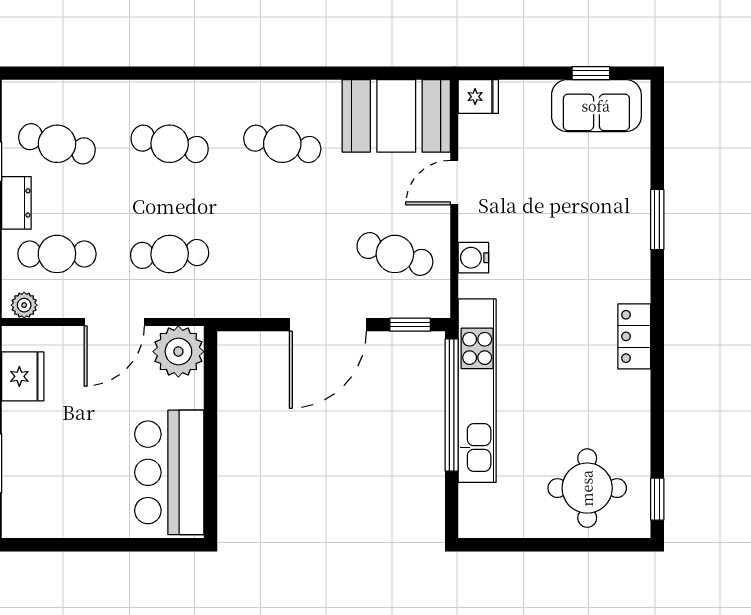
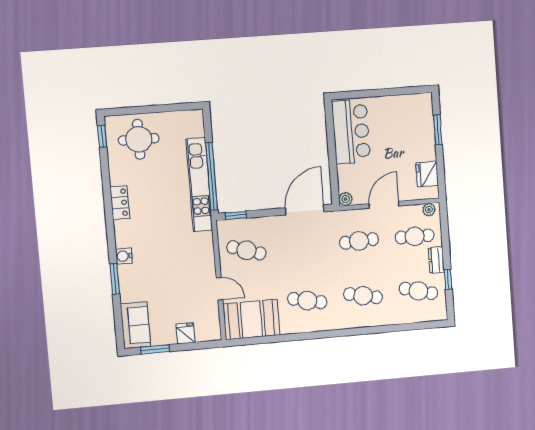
window: (591, 73) -> (155, 349), width x1.50
fridge: (478, 97) -> (186, 333), moved, turned 90
sofa: (596, 106) -> (135, 325), moved, turned 90
door: (454, 183) -> (219, 289), hinge flipped
water cooler: (473, 258) -> (124, 256), moved, turned 180
door: (328, 325) -> (305, 210), moved
locker: (634, 336) -> (120, 203), moved
plant: (178, 352) -> (346, 199), width x0.53, depth x0.53

